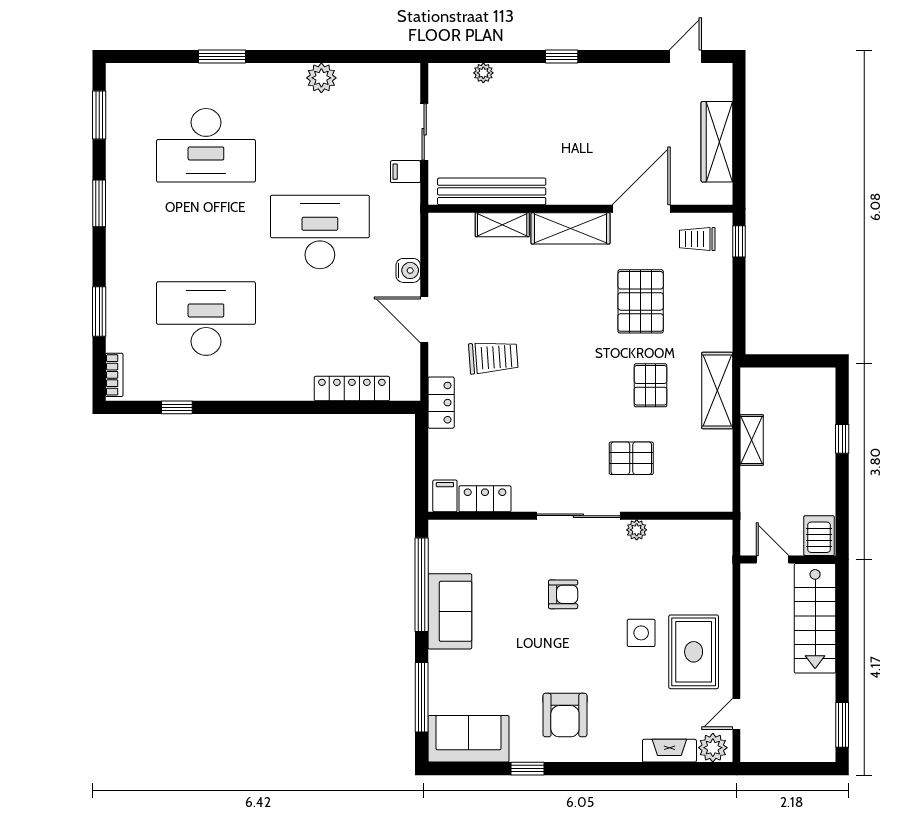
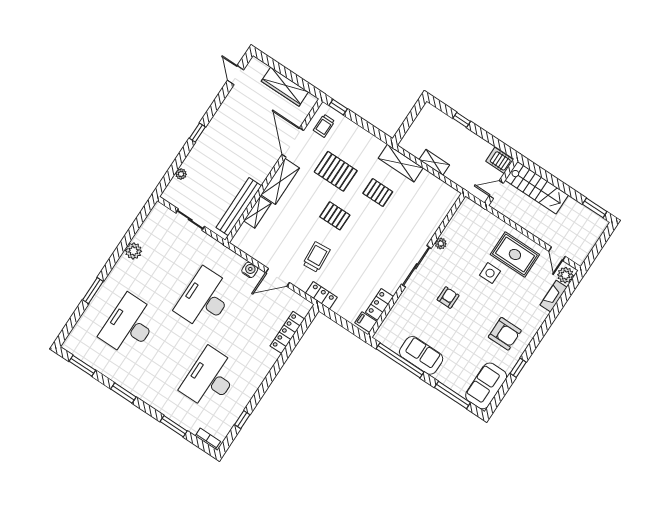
desk: (206, 145) -> (129, 325), turned 180
filing cabinet: (405, 172) -> (203, 241), removed
pallet: (631, 458) -> (335, 216), moved, turned 90

